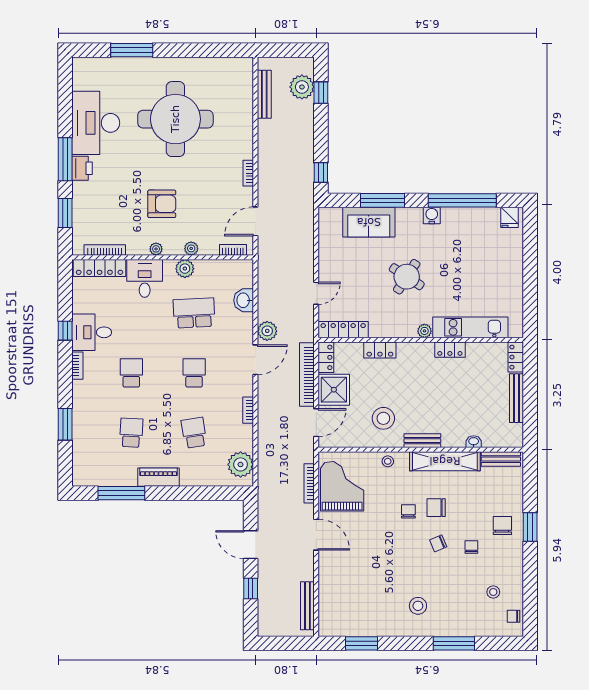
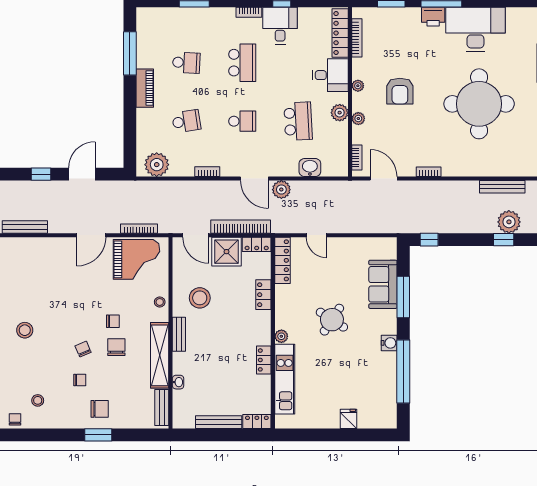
fridge: (510, 217) -> (348, 419), moved, turned 90
school desk: (131, 373) -> (242, 63), width x1.85

